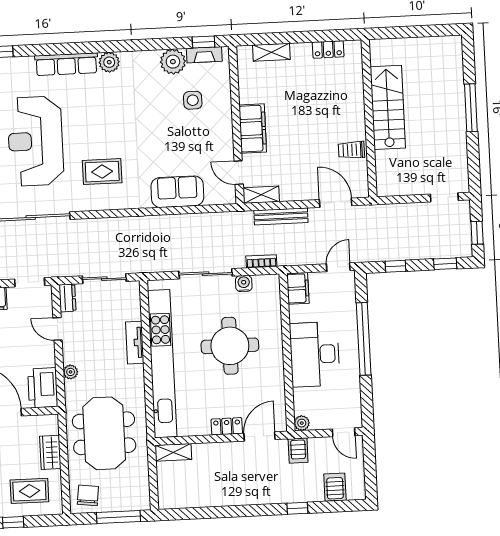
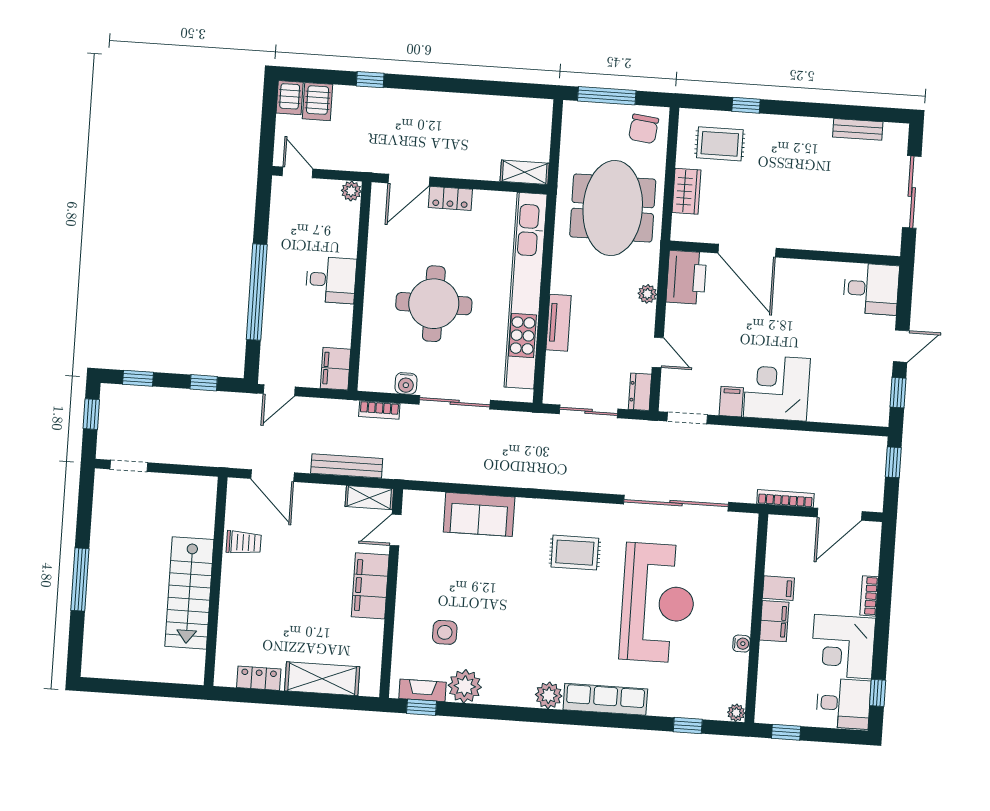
shelving: (271, 52) -> (322, 679), width x1.50, depth x1.33
door: (239, 173) -> (395, 530), swing flipped
desk: (315, 354) -> (331, 280), width x0.53, depth x0.77
server rack: (298, 450) -> (290, 98), moved, turned 180

